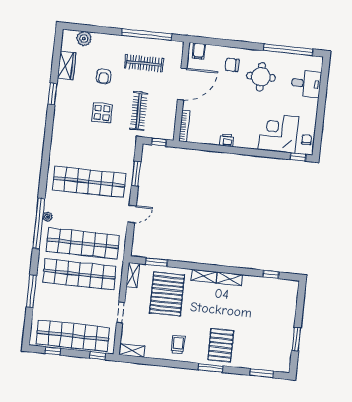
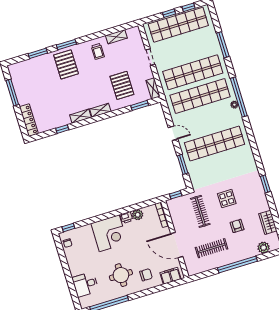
window: (147, 35) -> (237, 264), moved
filing cabinet: (199, 51) -> (170, 276), width x2.00
door: (182, 84) -> (177, 245), hinge flipped
window: (52, 94) -> (265, 184), moved
corner desk: (278, 133) -> (109, 233), moved
plant: (212, 138) -> (138, 215), added
door: (132, 214) -> (173, 133), swing flipped
window: (271, 274) -> (62, 129), moved
pallet: (167, 294) -> (122, 85), width x0.73, depth x0.71
locker: (291, 299) -> (29, 120), added
window: (296, 339) -> (12, 93), width x1.44
shelving: (132, 350) -> (116, 37), moved
window: (98, 356) -> (169, 13), moved
window: (262, 373) -> (38, 53), moved

